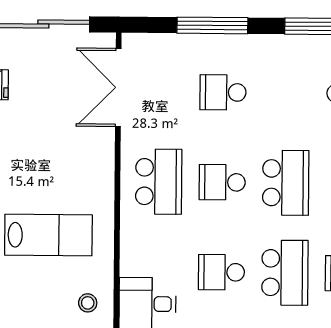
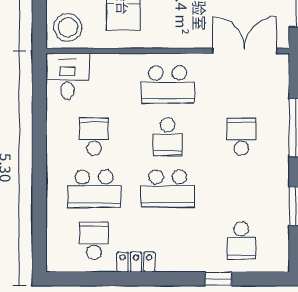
school desk: (222, 182) -> (168, 137), turned 180
stool: (88, 303) -> (68, 27), width x1.89, depth x1.89

